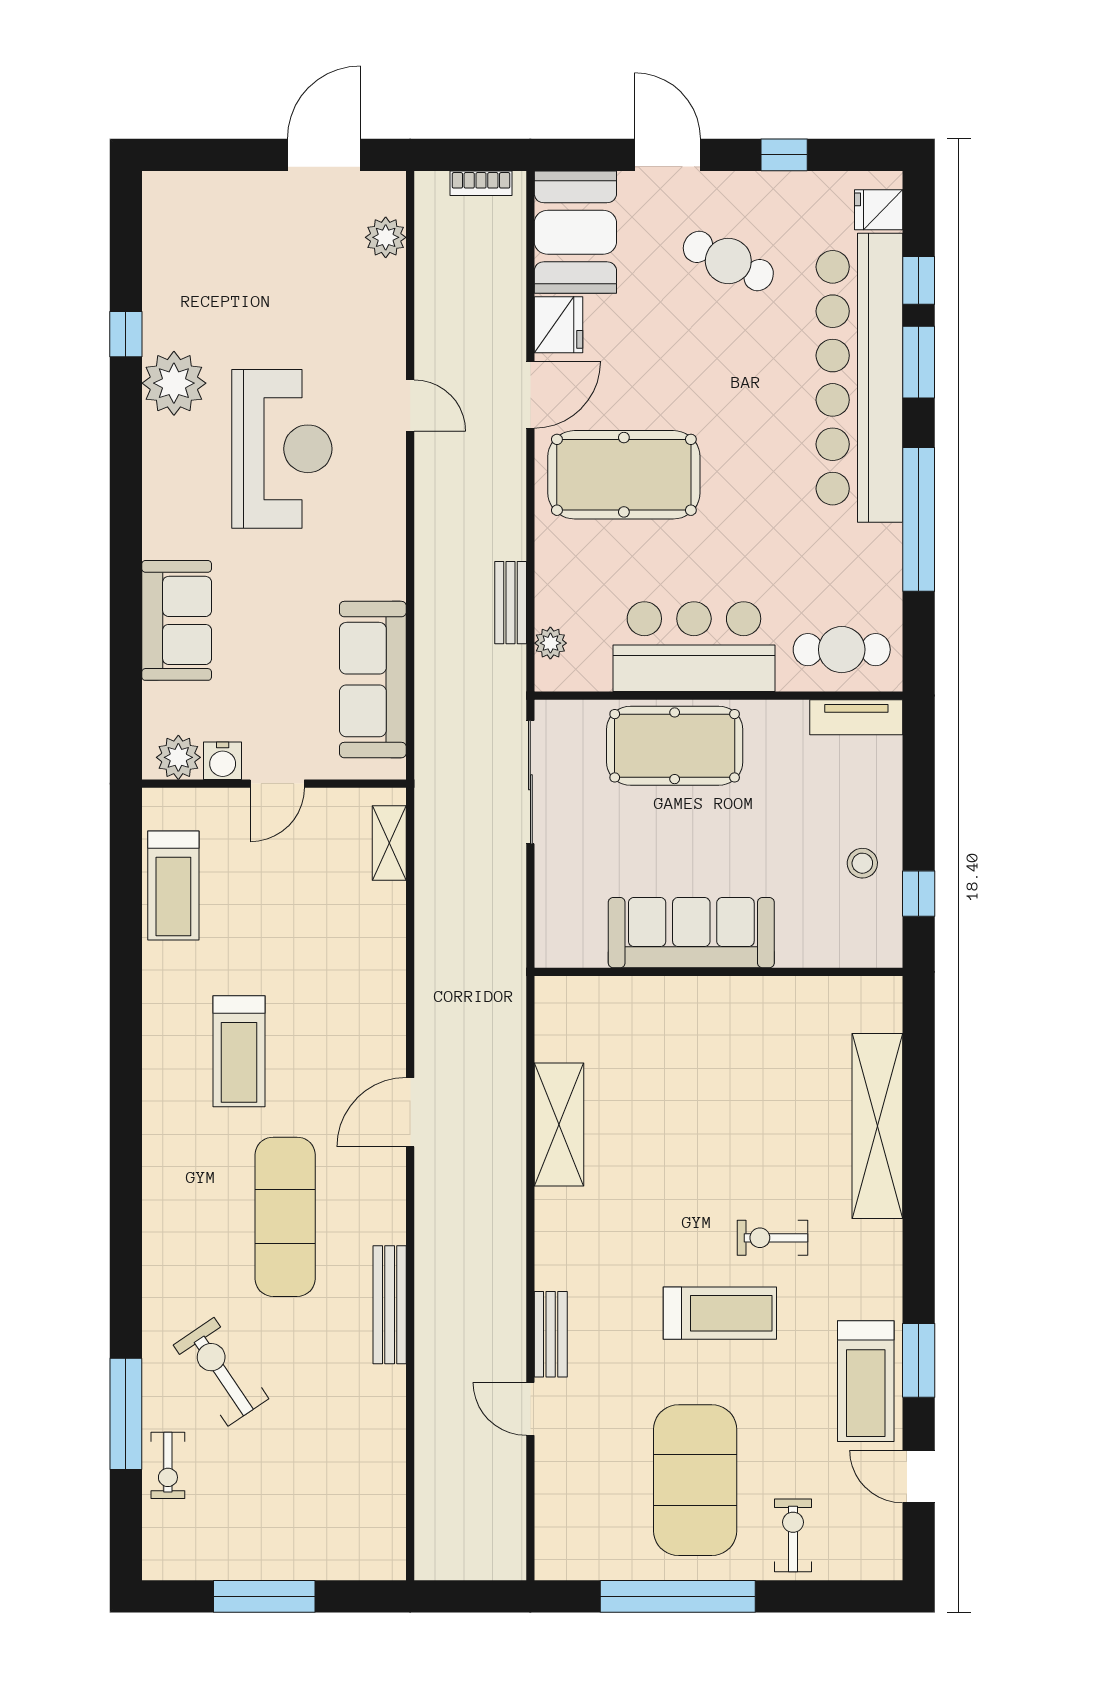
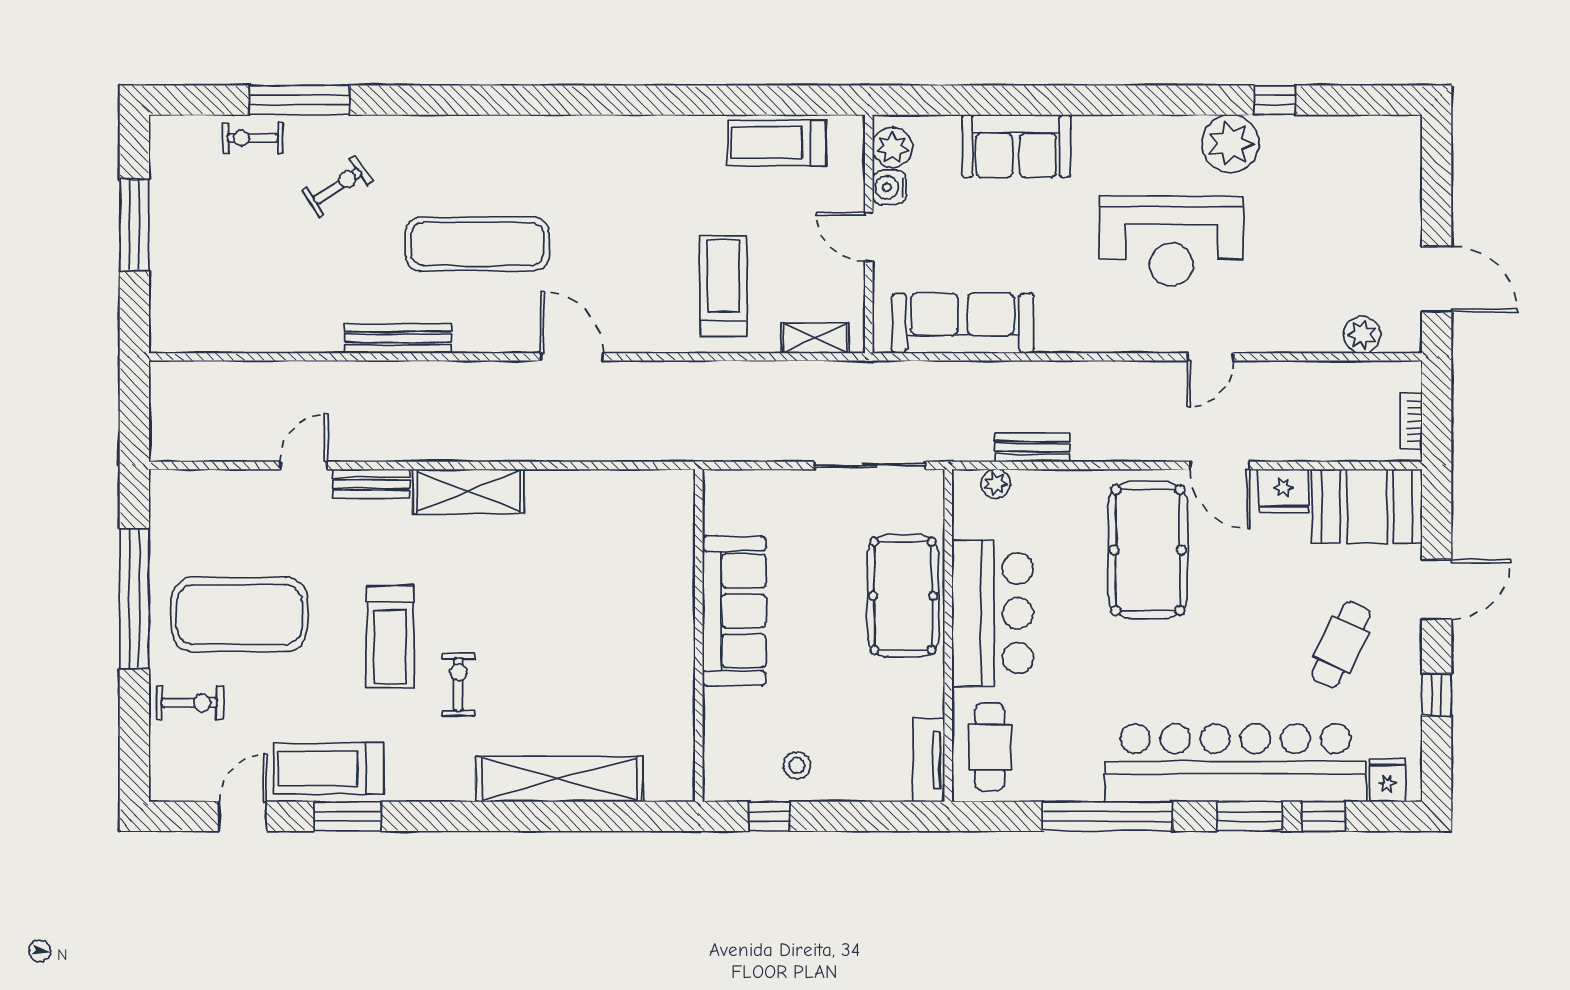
treadmill: (239, 1051) -> (724, 286), moved, turned 90
shelving: (559, 1124) -> (469, 491), moved
exercise bike: (221, 1372) -> (337, 186), width x0.73, depth x0.72

